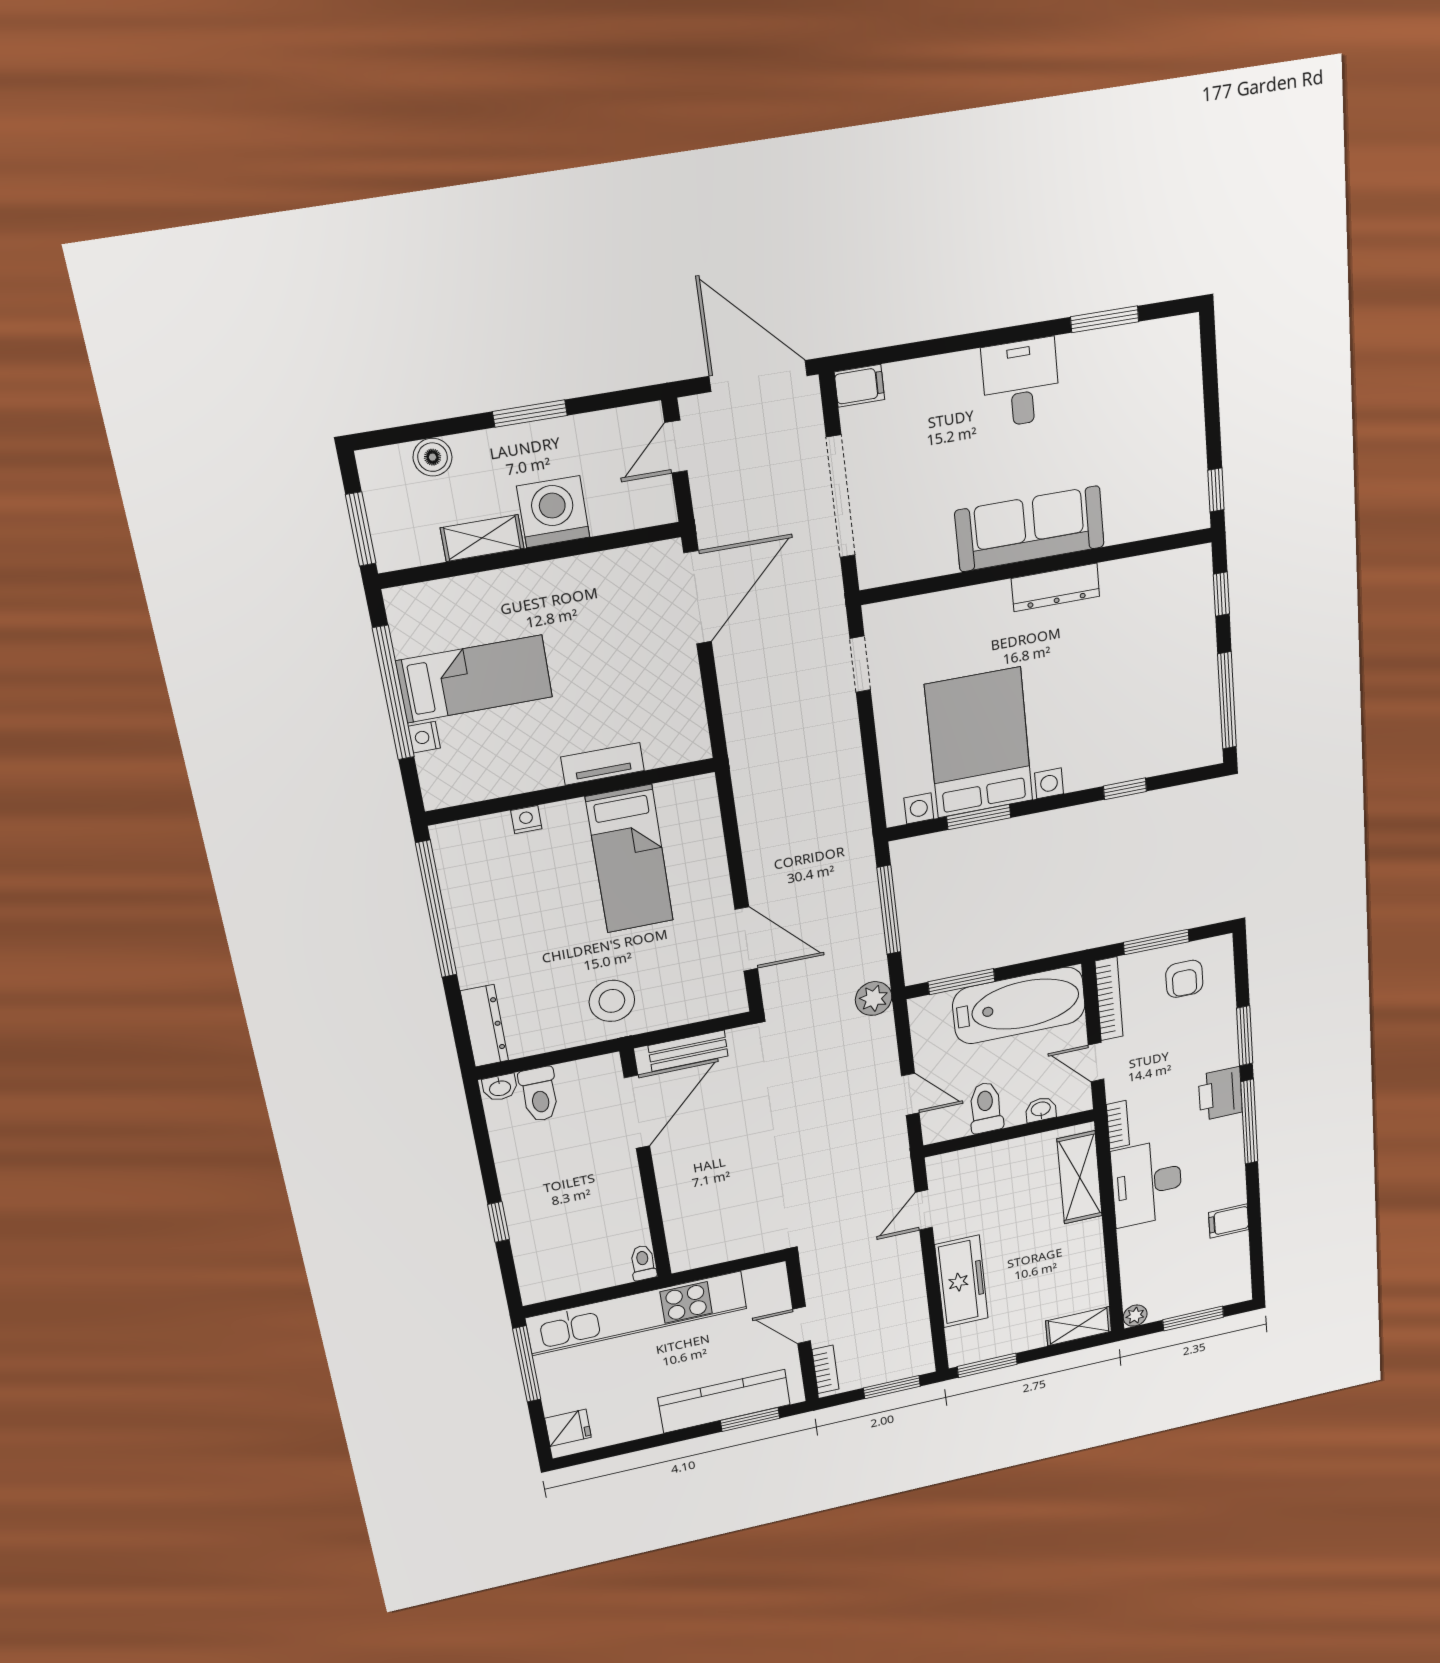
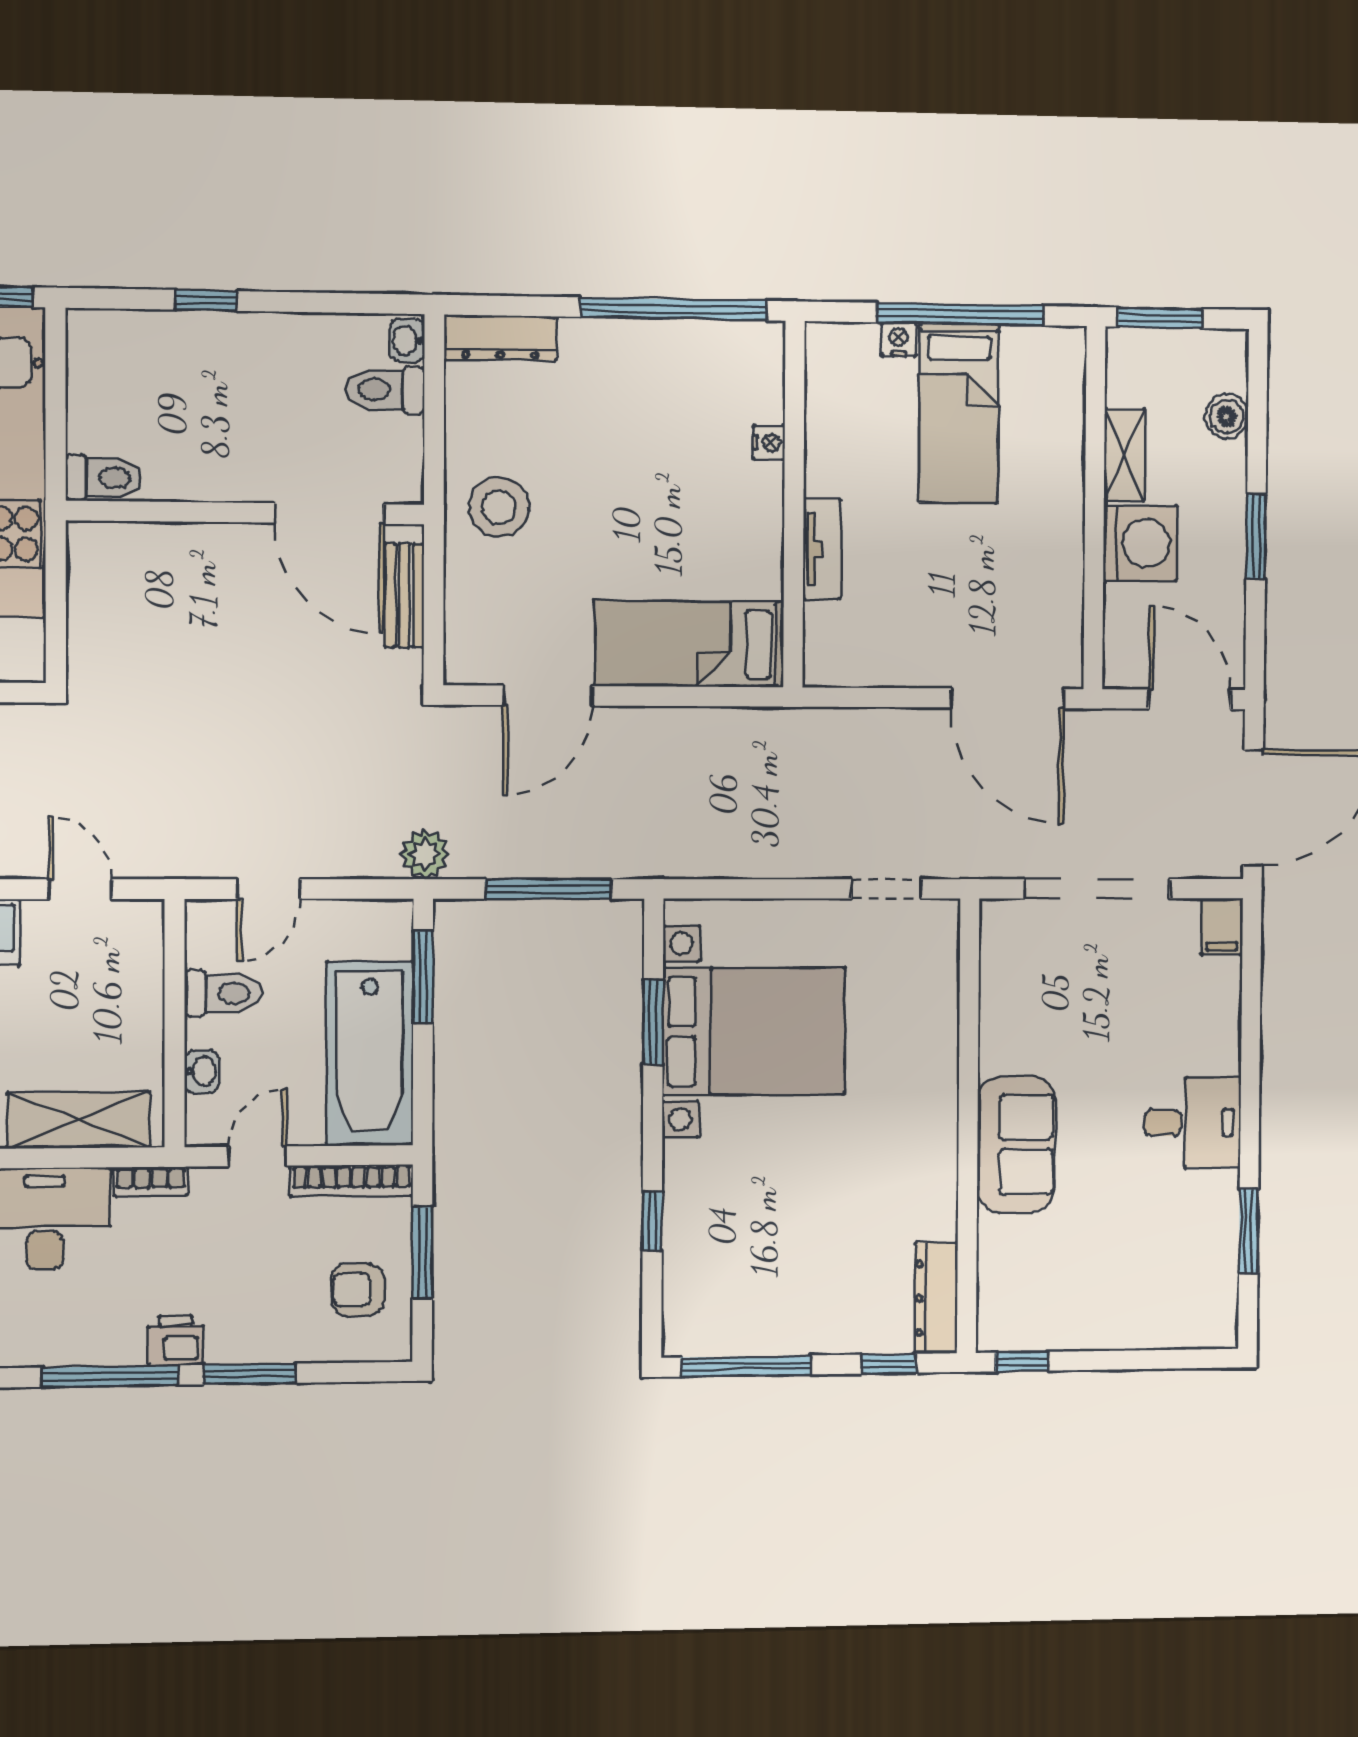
door: (676, 447) -> (1190, 699), width x1.38
sofa: (1030, 529) -> (1016, 1145), width x0.73
dresser: (1056, 587) -> (936, 1298), moved
bed: (629, 859) -> (690, 644), moved
printer: (1220, 1094) -> (176, 1340), width x0.73, depth x0.81
toilet: (643, 1263) -> (104, 478), width x1.37, depth x1.39

